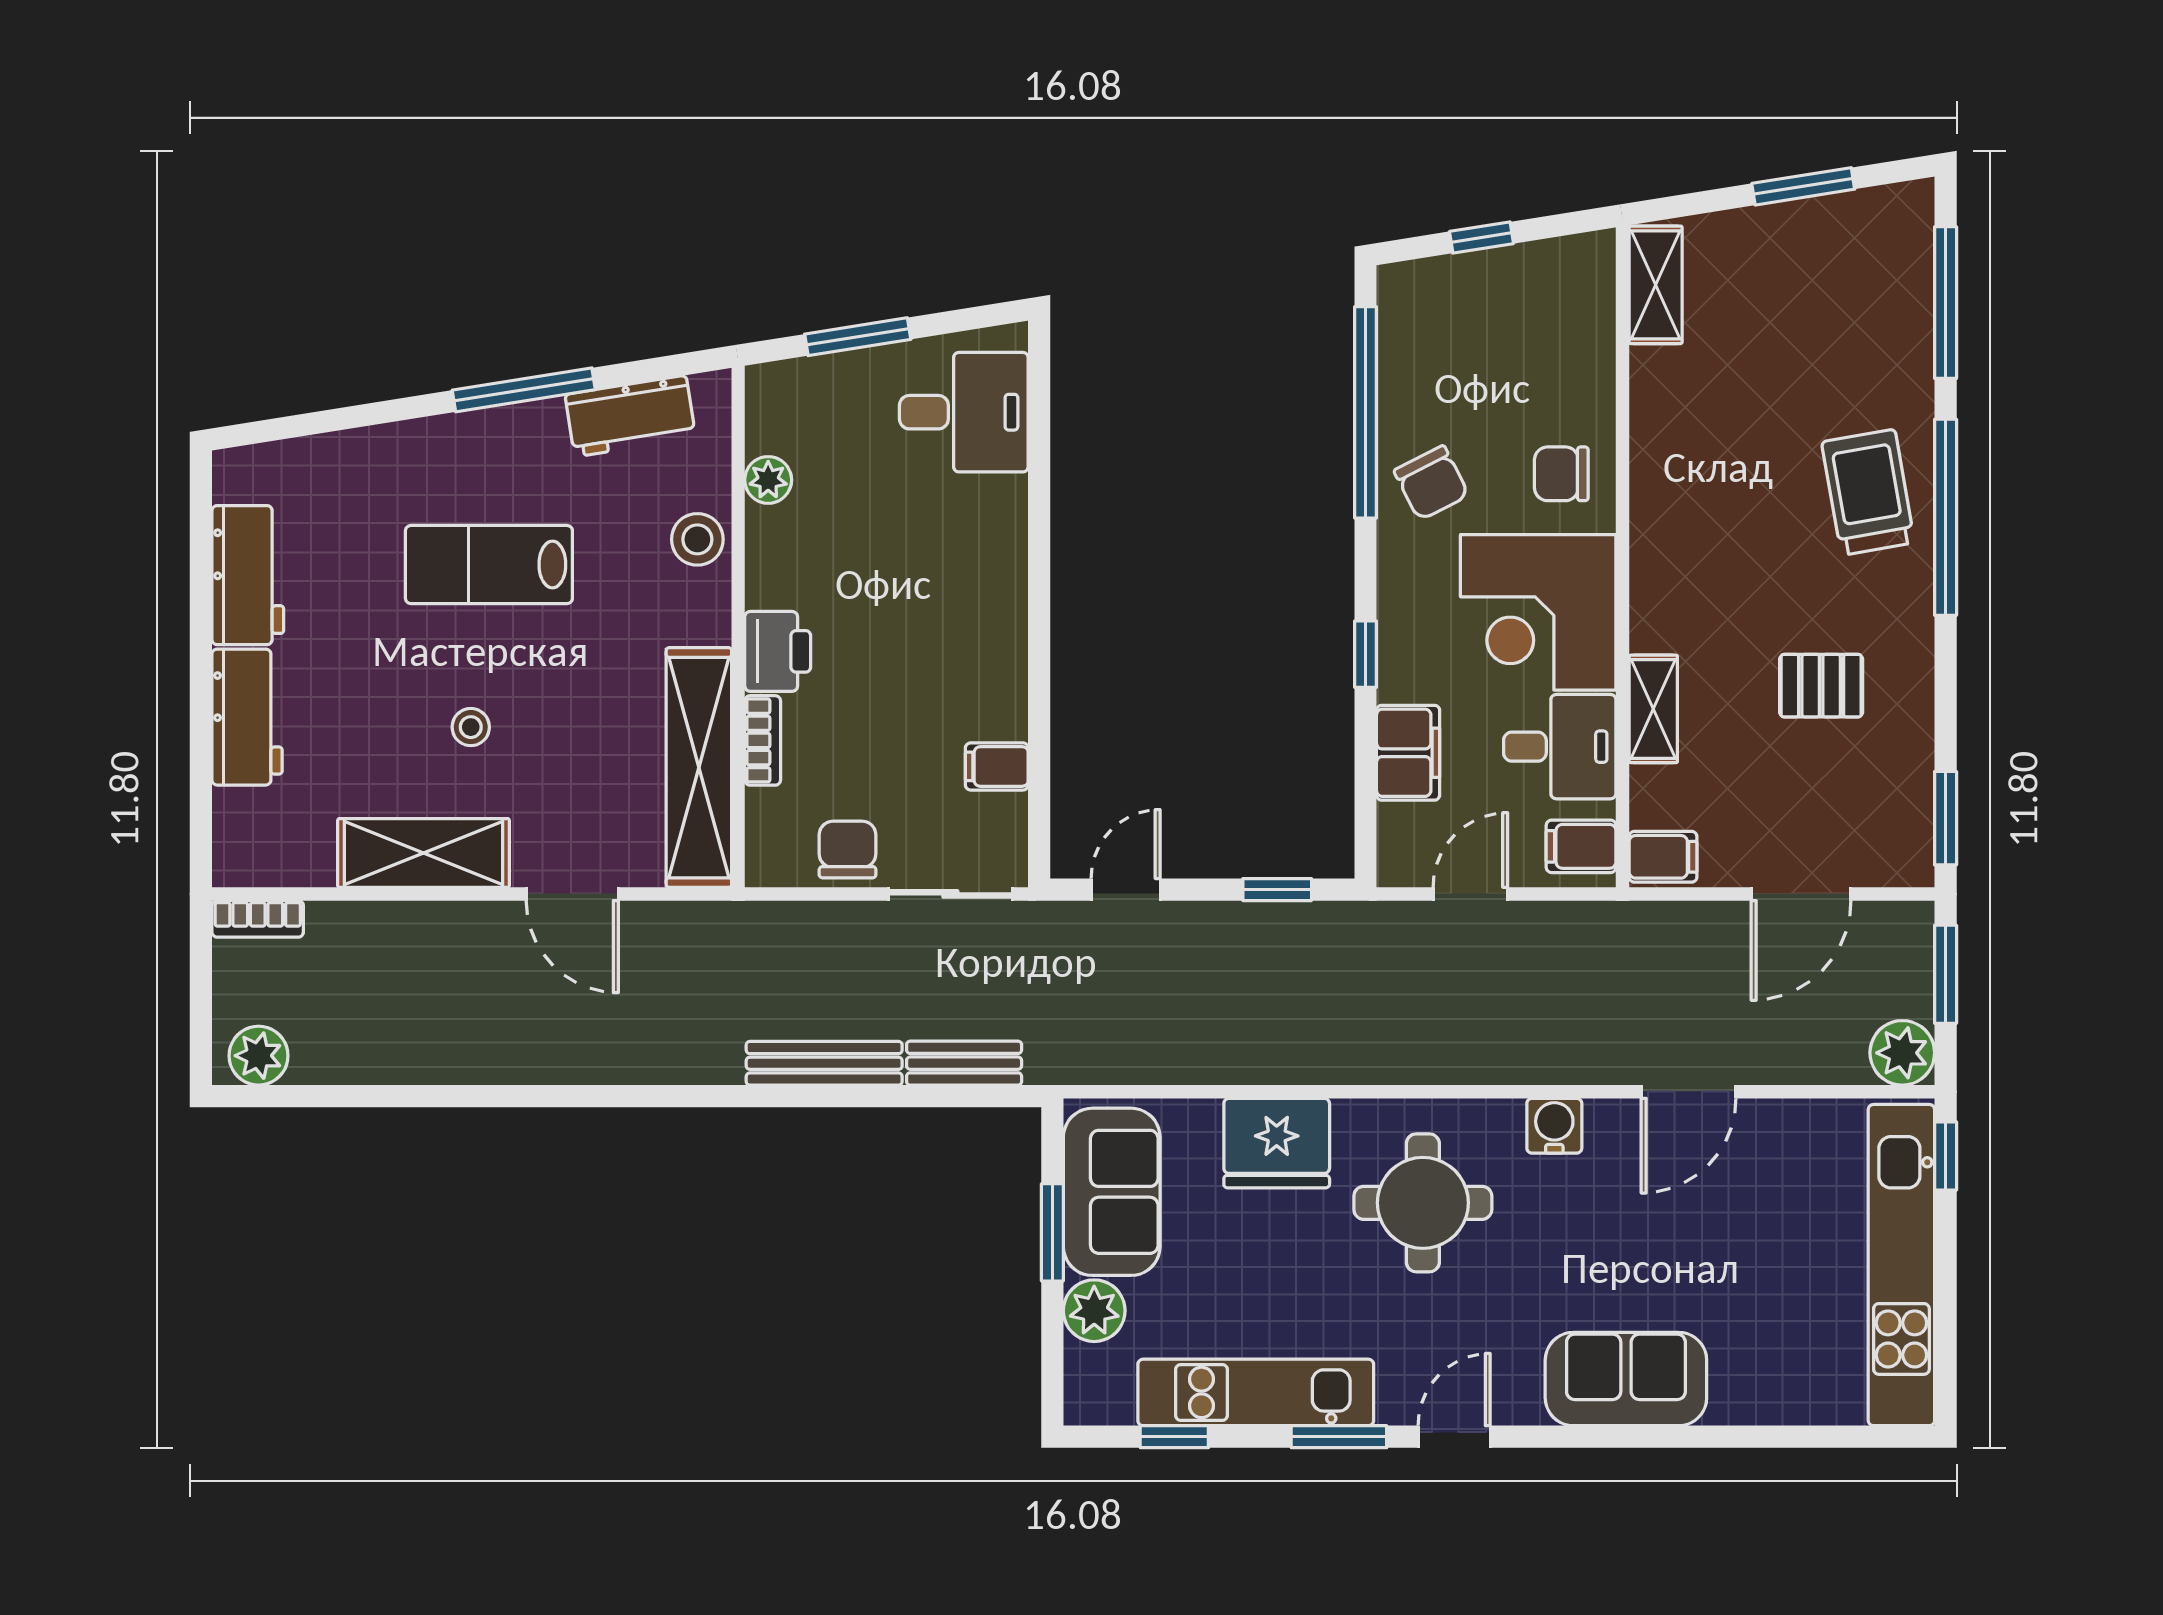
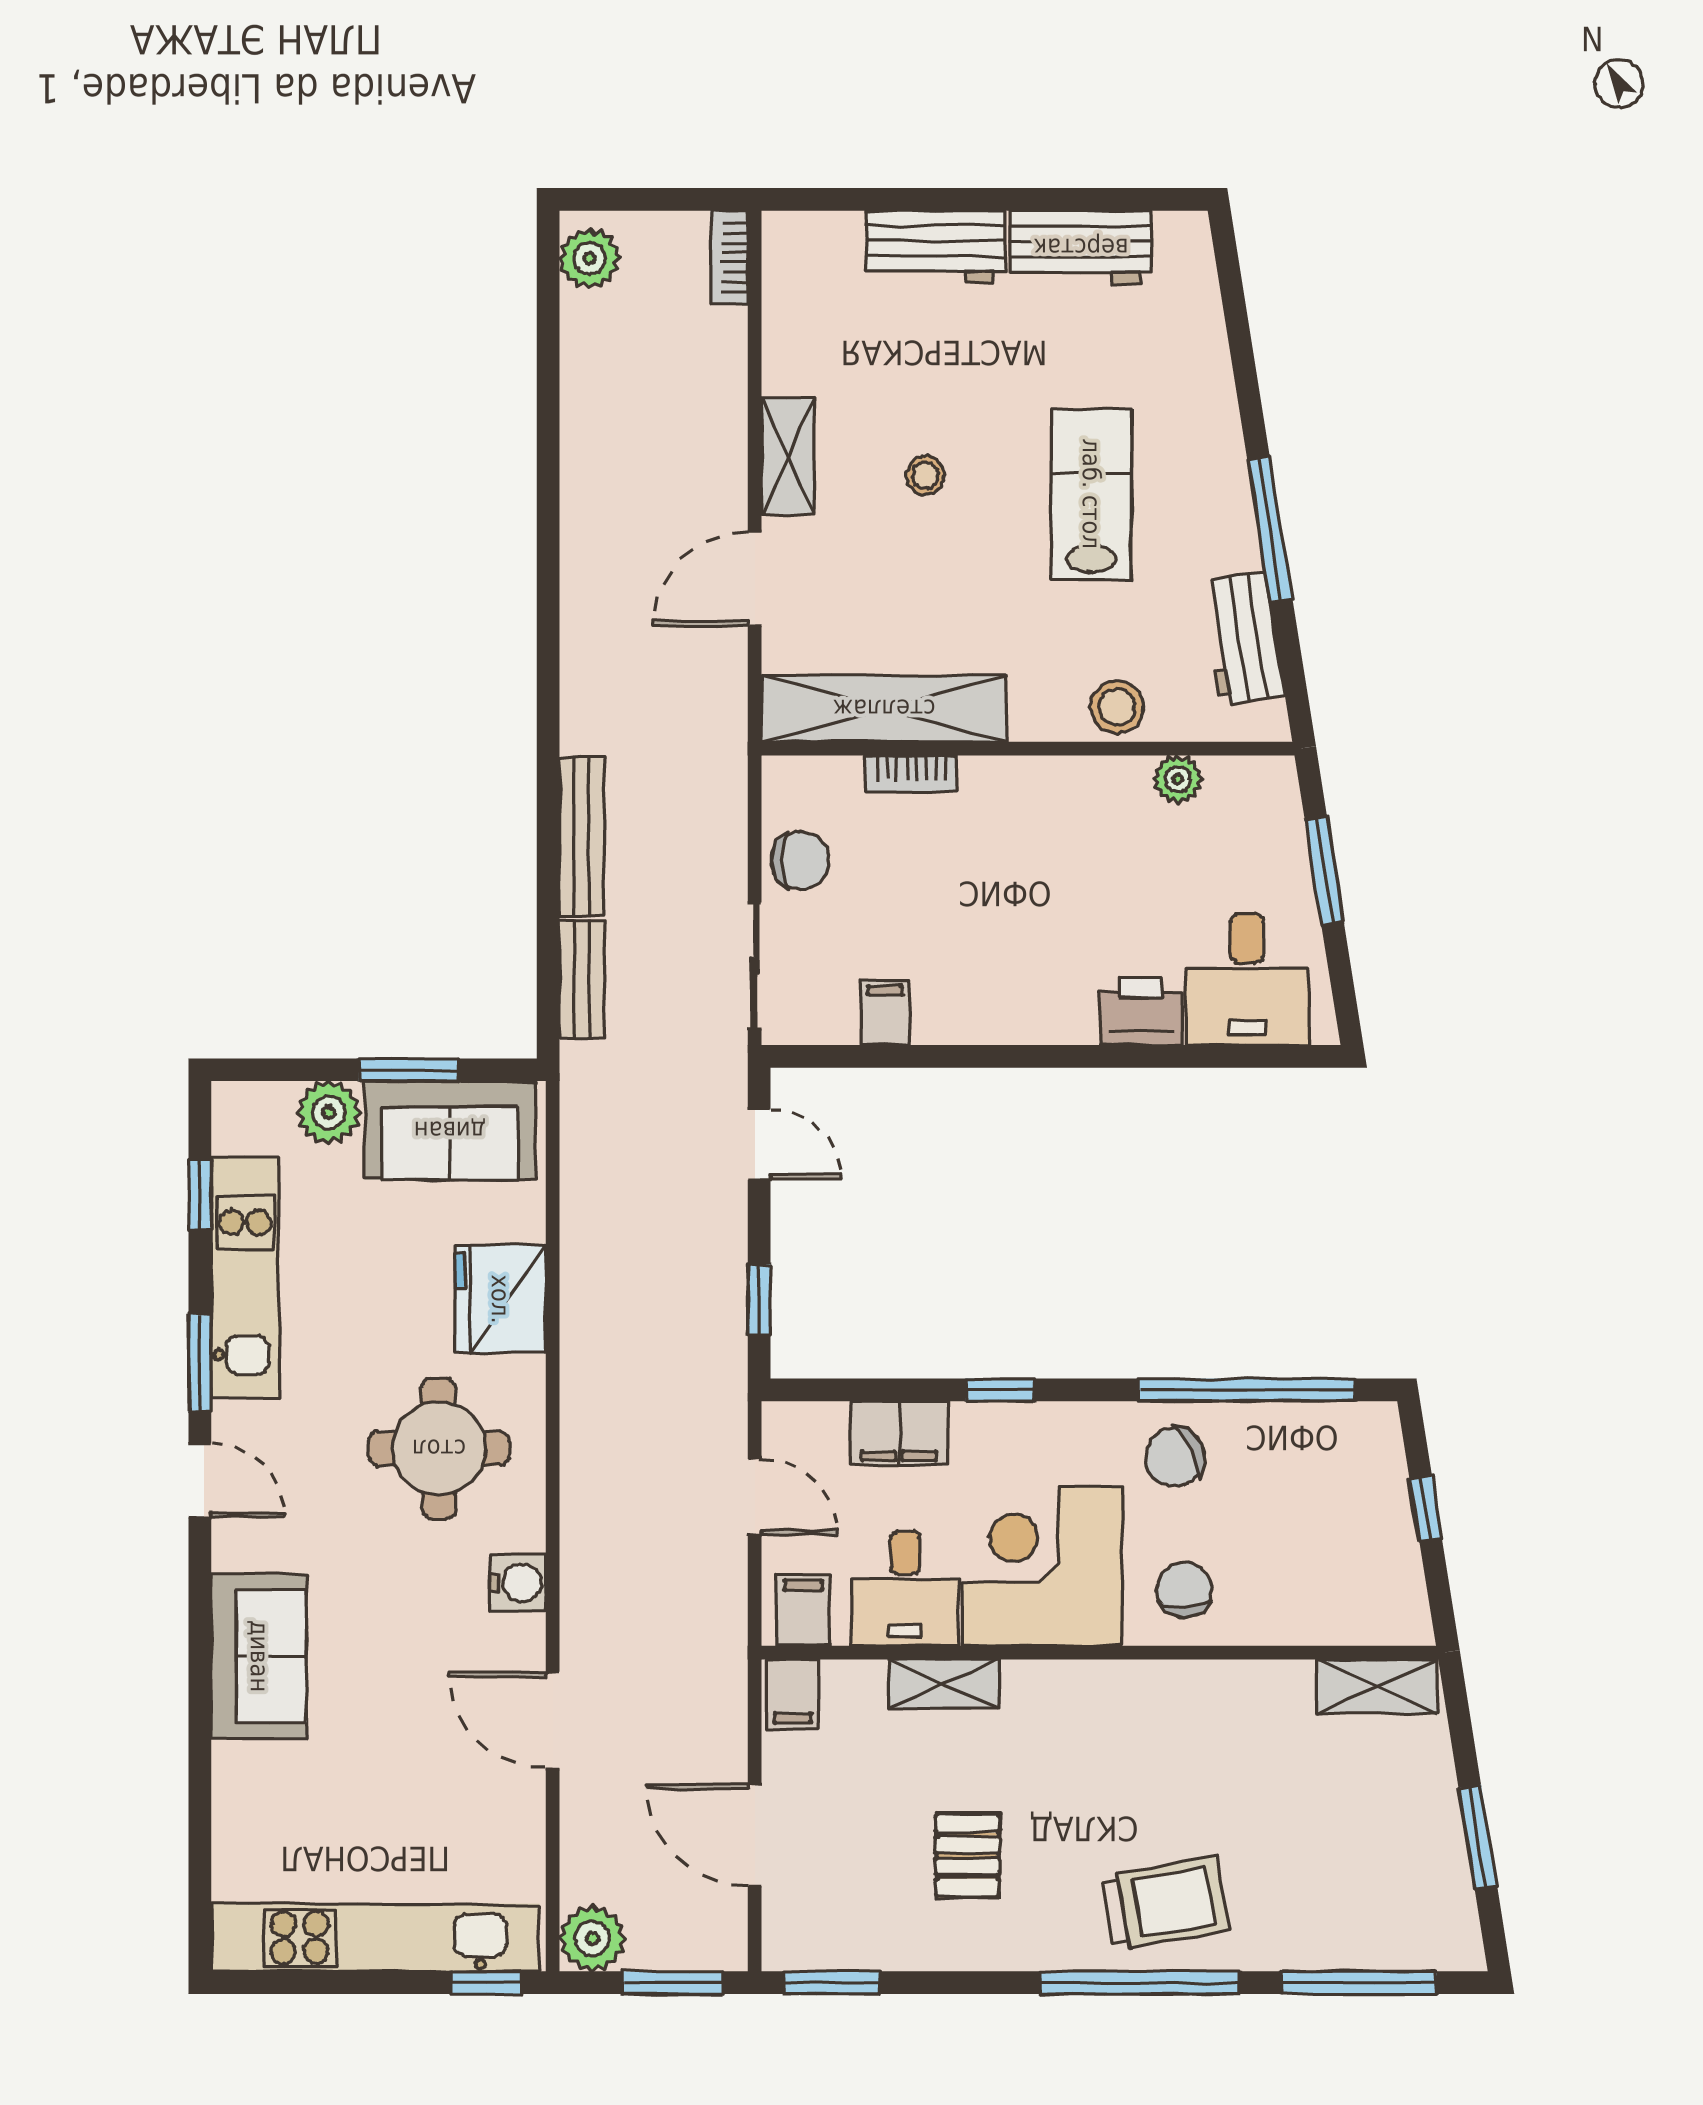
printer: (778, 651) -> (1141, 1011), moved, turned 180
shelving: (424, 853) -> (788, 456), width x0.67, depth x0.75

